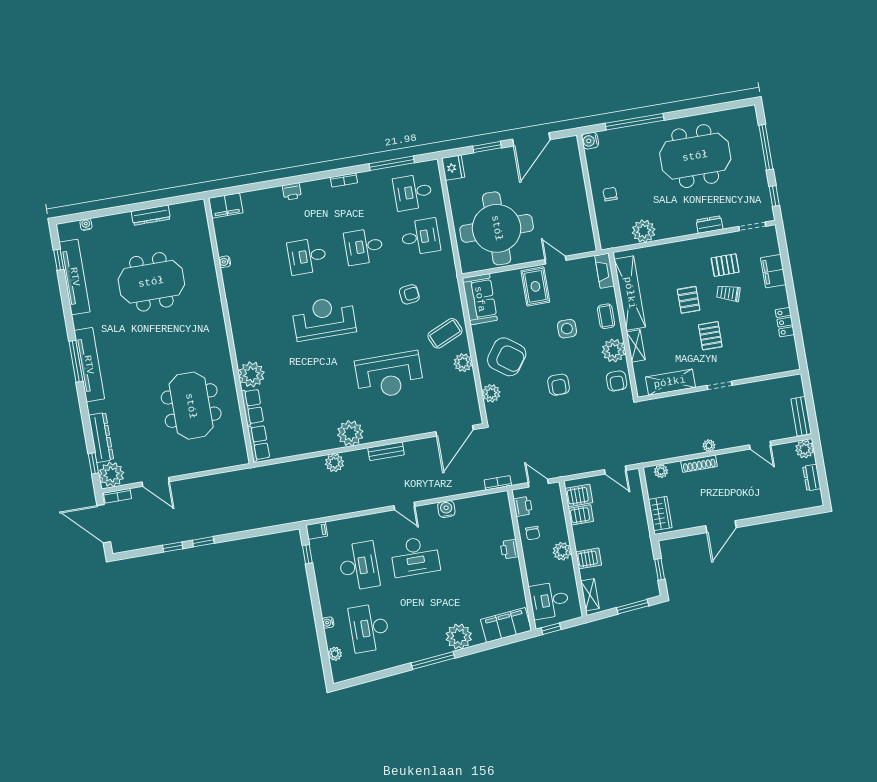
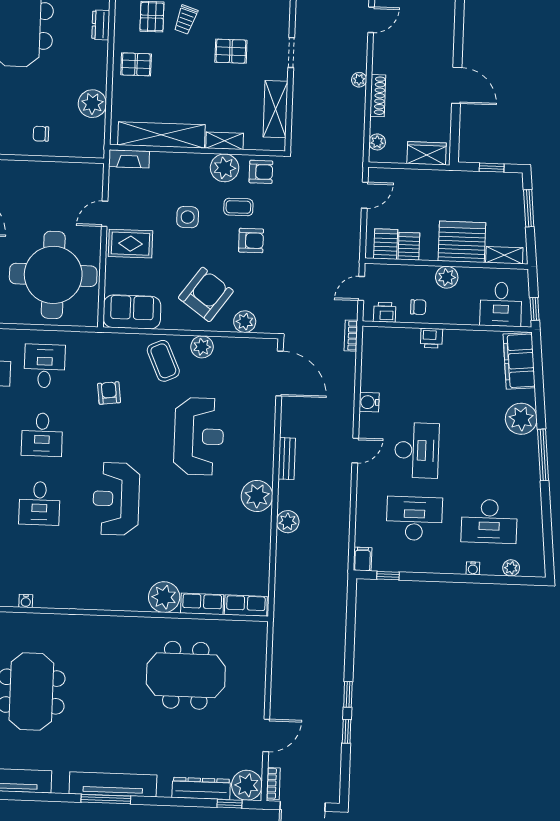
pallet: (689, 300) -> (136, 64), moved
coffee table: (606, 316) -> (238, 207), moved
server rack: (589, 558) -> (462, 242), width x2.18, depth x1.44

